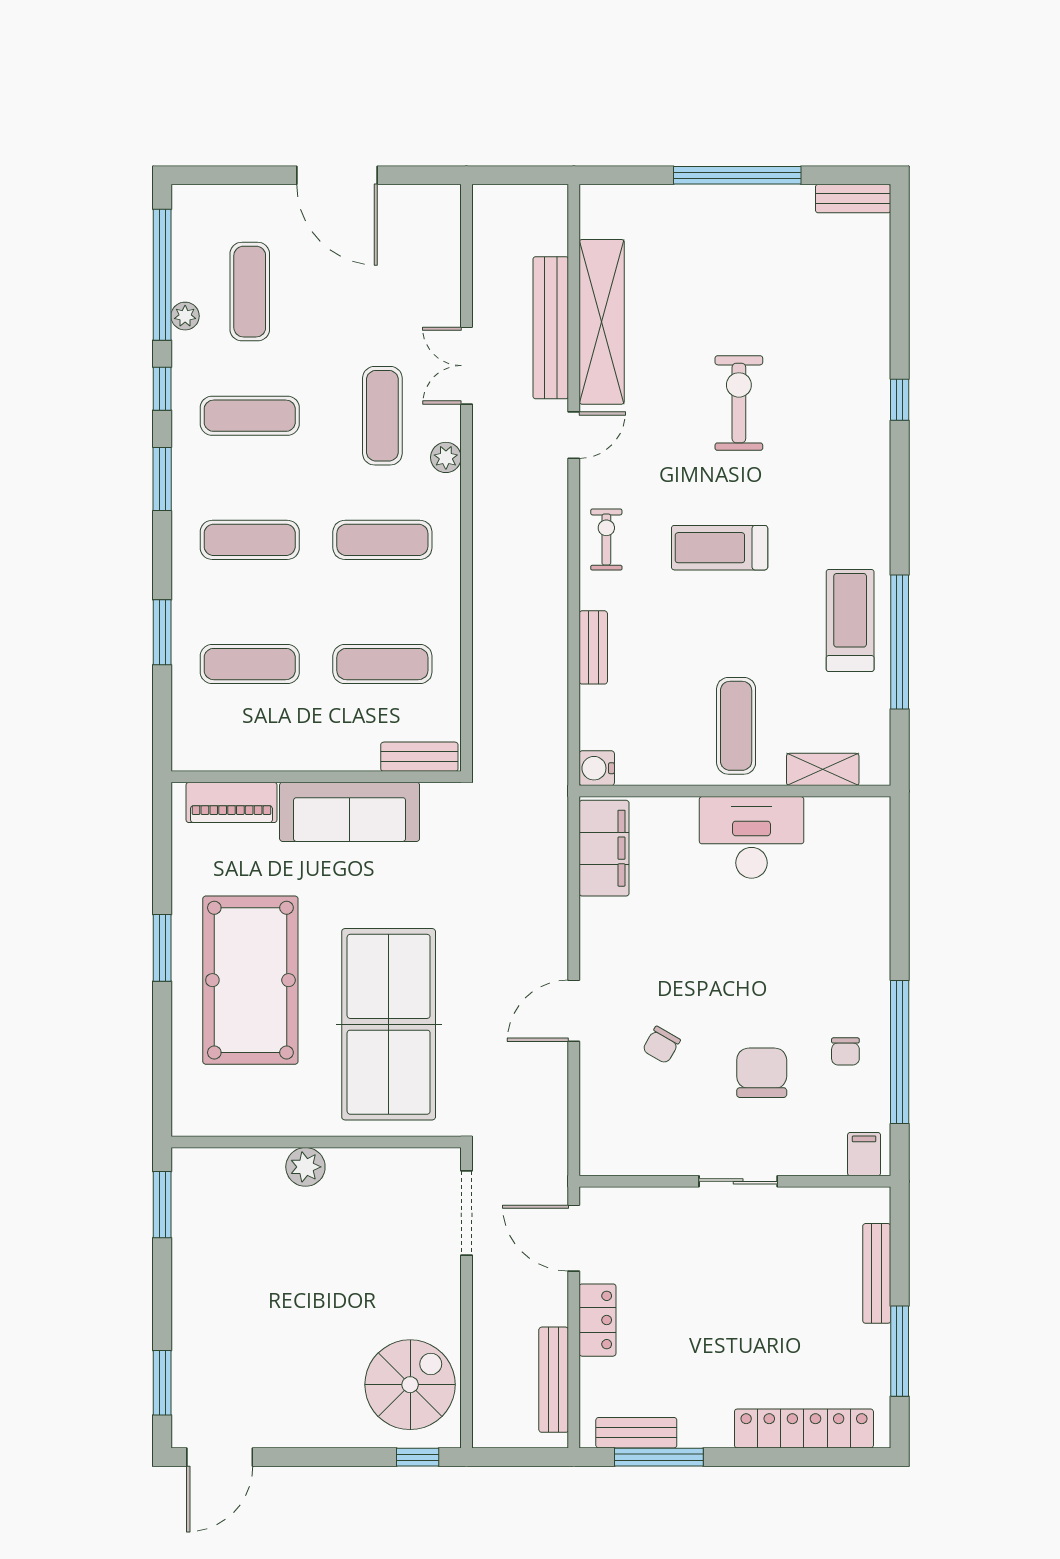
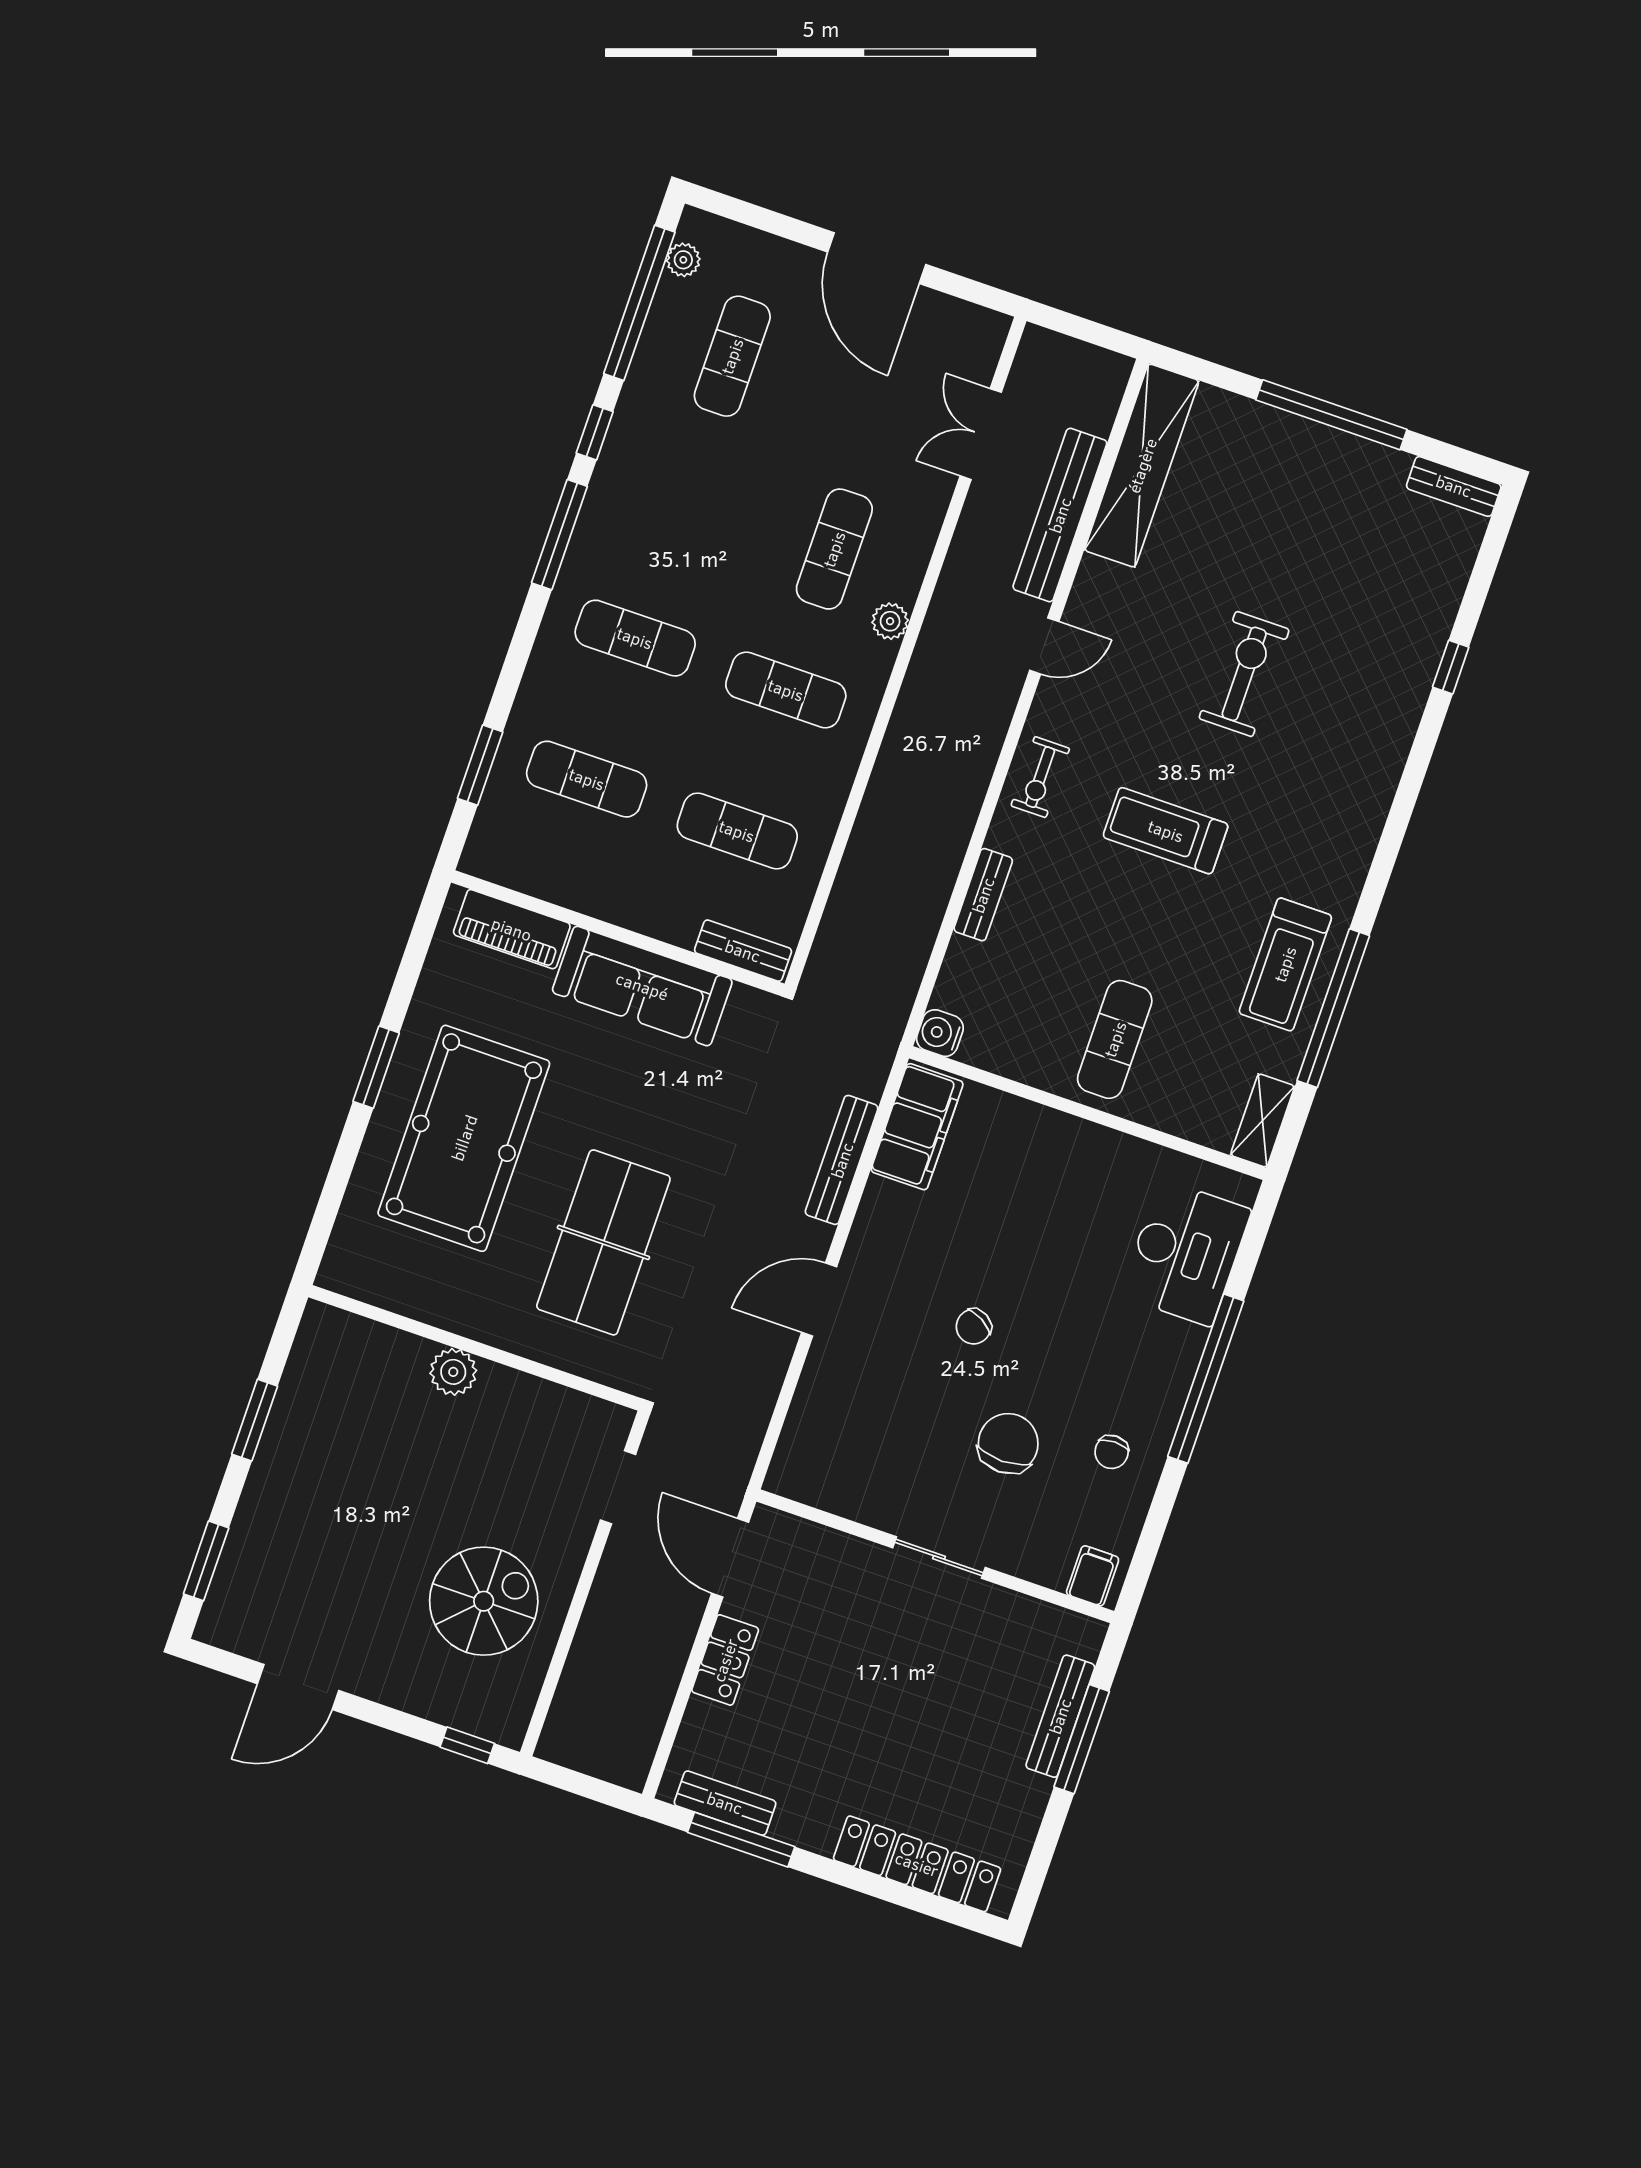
plant: (185, 316) -> (683, 260), moved
shelving: (602, 322) -> (1142, 466), moved
double door: (466, 366) -> (981, 434), moved
window: (900, 400) -> (1451, 667), moved
exercise mat: (250, 416) -> (684, 497), removed
window: (162, 479) -> (559, 535), width x1.44
exercise bike: (606, 540) -> (1040, 777), turned 180
treadmill: (850, 621) -> (1285, 964), turned 180
window: (162, 632) -> (480, 765), moved
shelving: (823, 769) -> (1263, 1121), moved, turned 90
desk: (752, 837) -> (1186, 1253), moved, turned 90
table tennis table: (389, 1024) -> (603, 1242), width x0.73, depth x0.76
chair: (661, 1045) -> (974, 1327), moved
window: (900, 1052) -> (1206, 1379), moved
window: (162, 1205) -> (255, 1420), moved
doorway: (466, 1213) -> (618, 1487), width x0.73
window: (900, 1351) -> (1082, 1739), moved
bench: (554, 1380) -> (842, 1160), moved
spiral stairs: (410, 1385) -> (484, 1601), moved
door: (220, 1457) -> (298, 1687), moved

